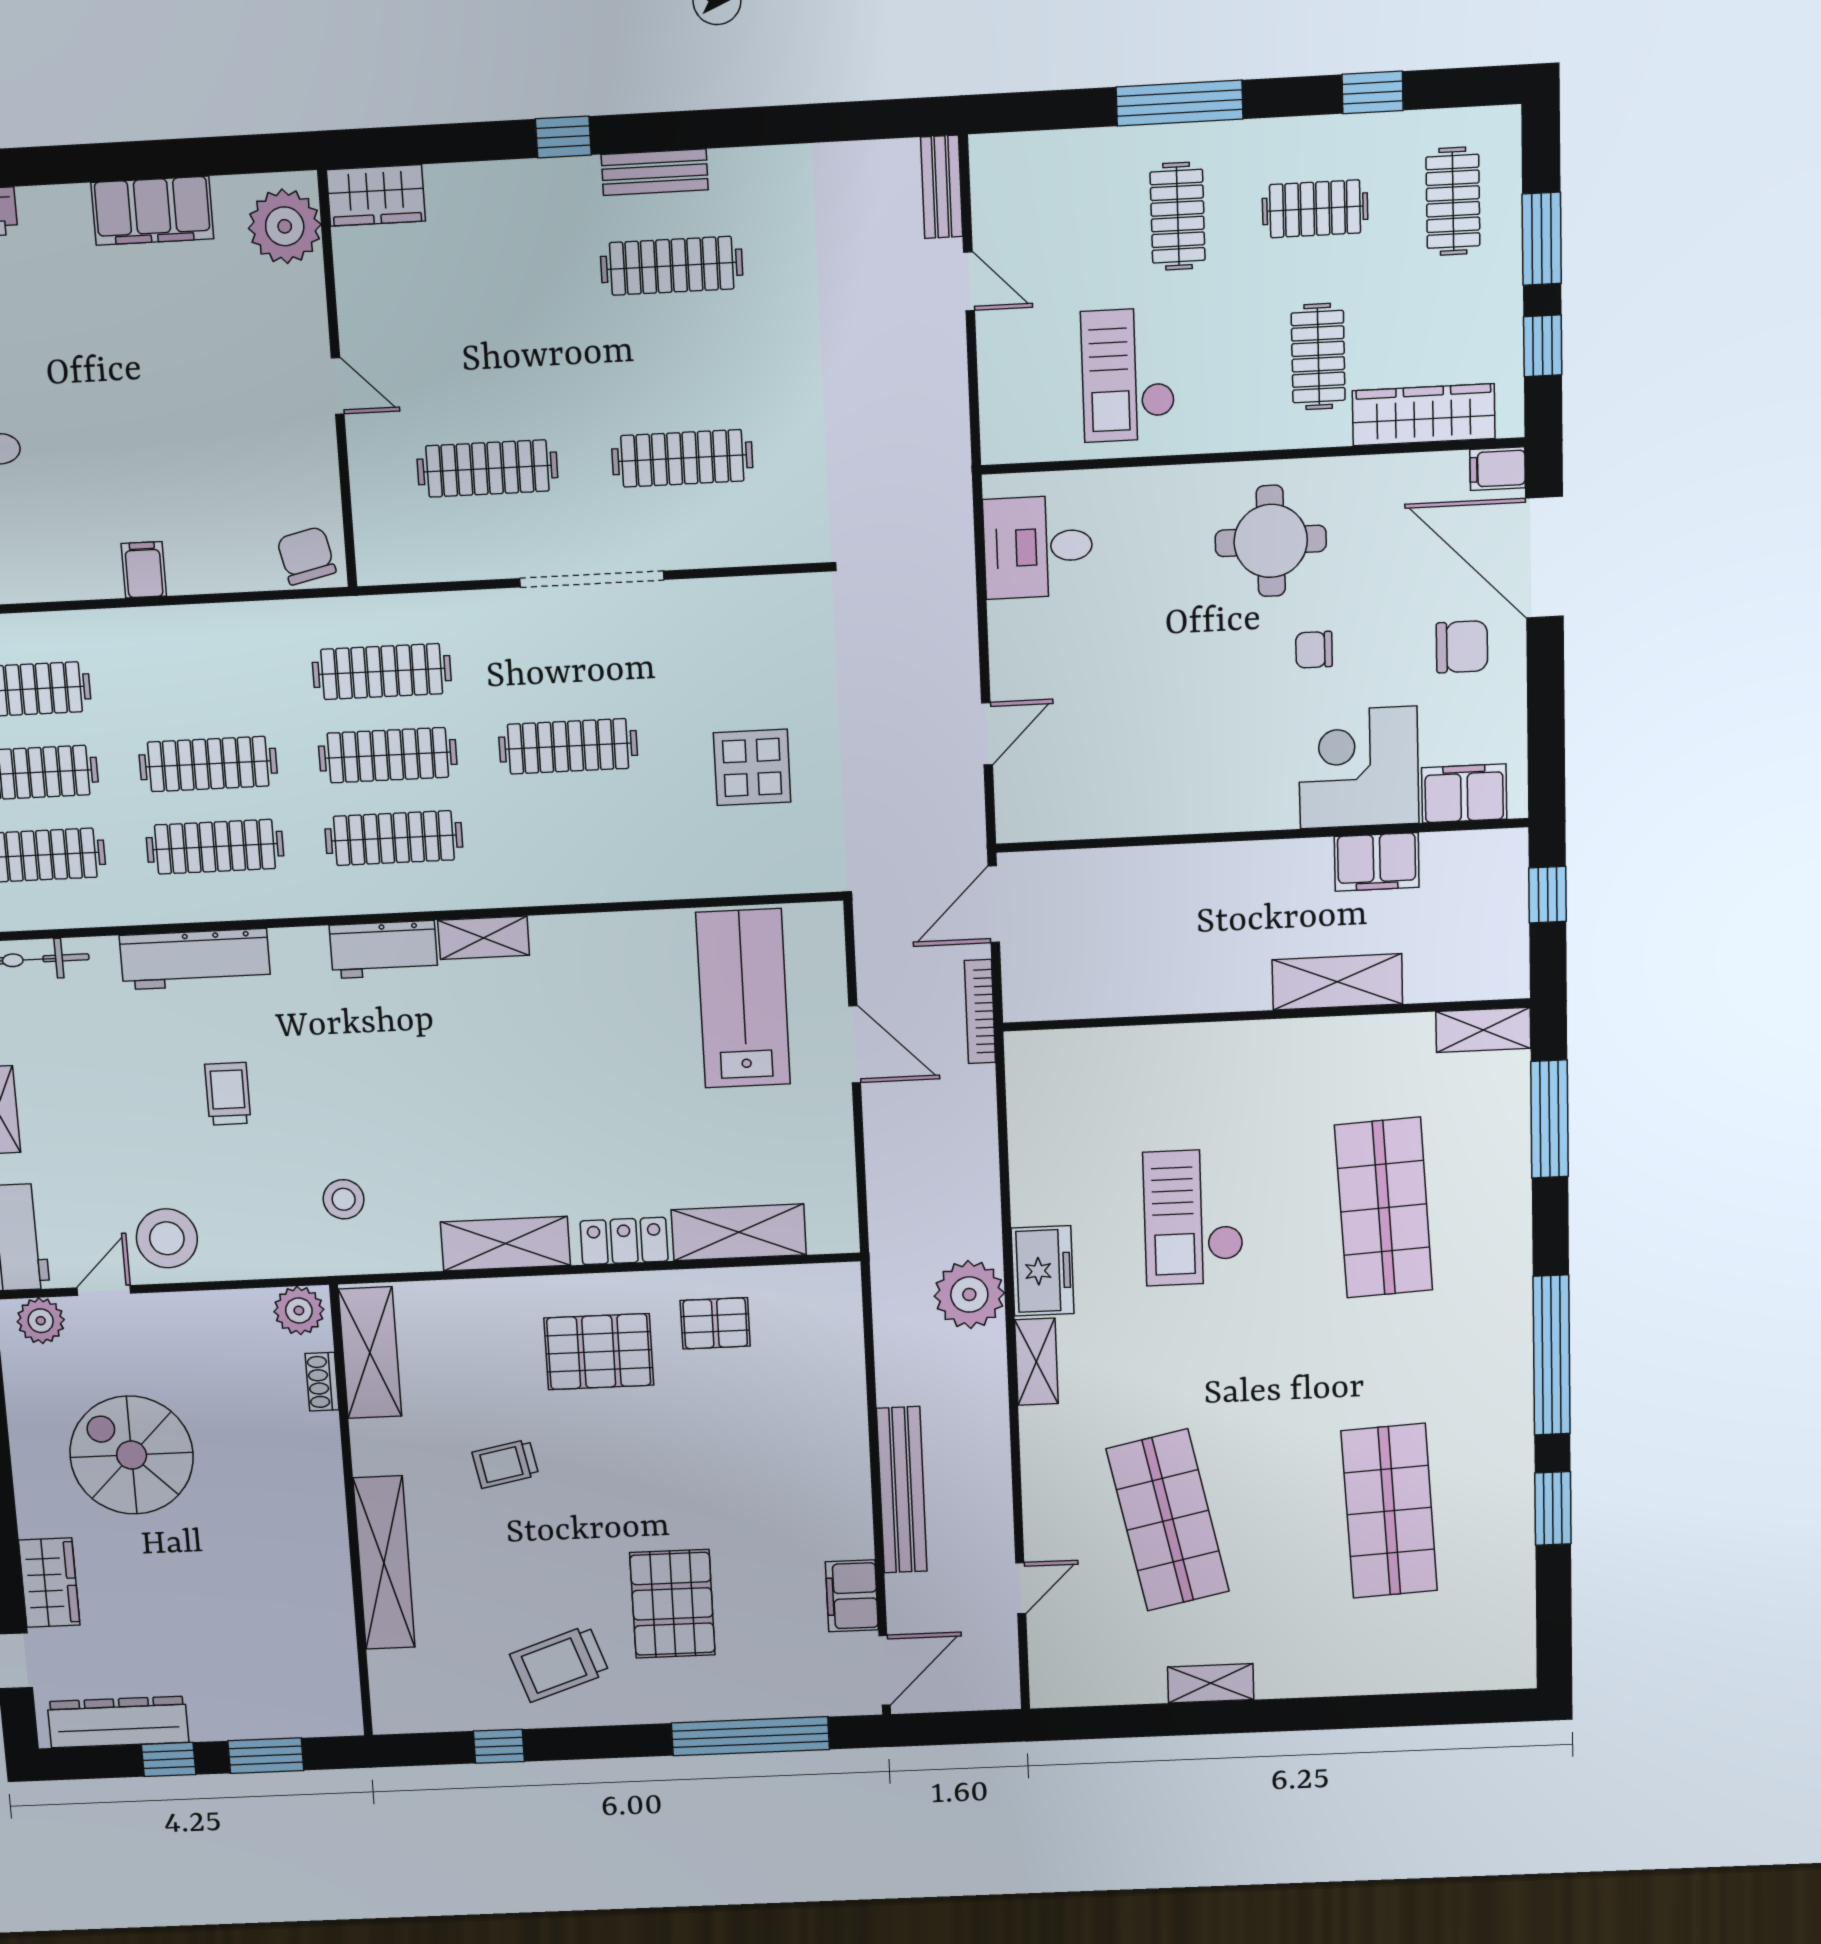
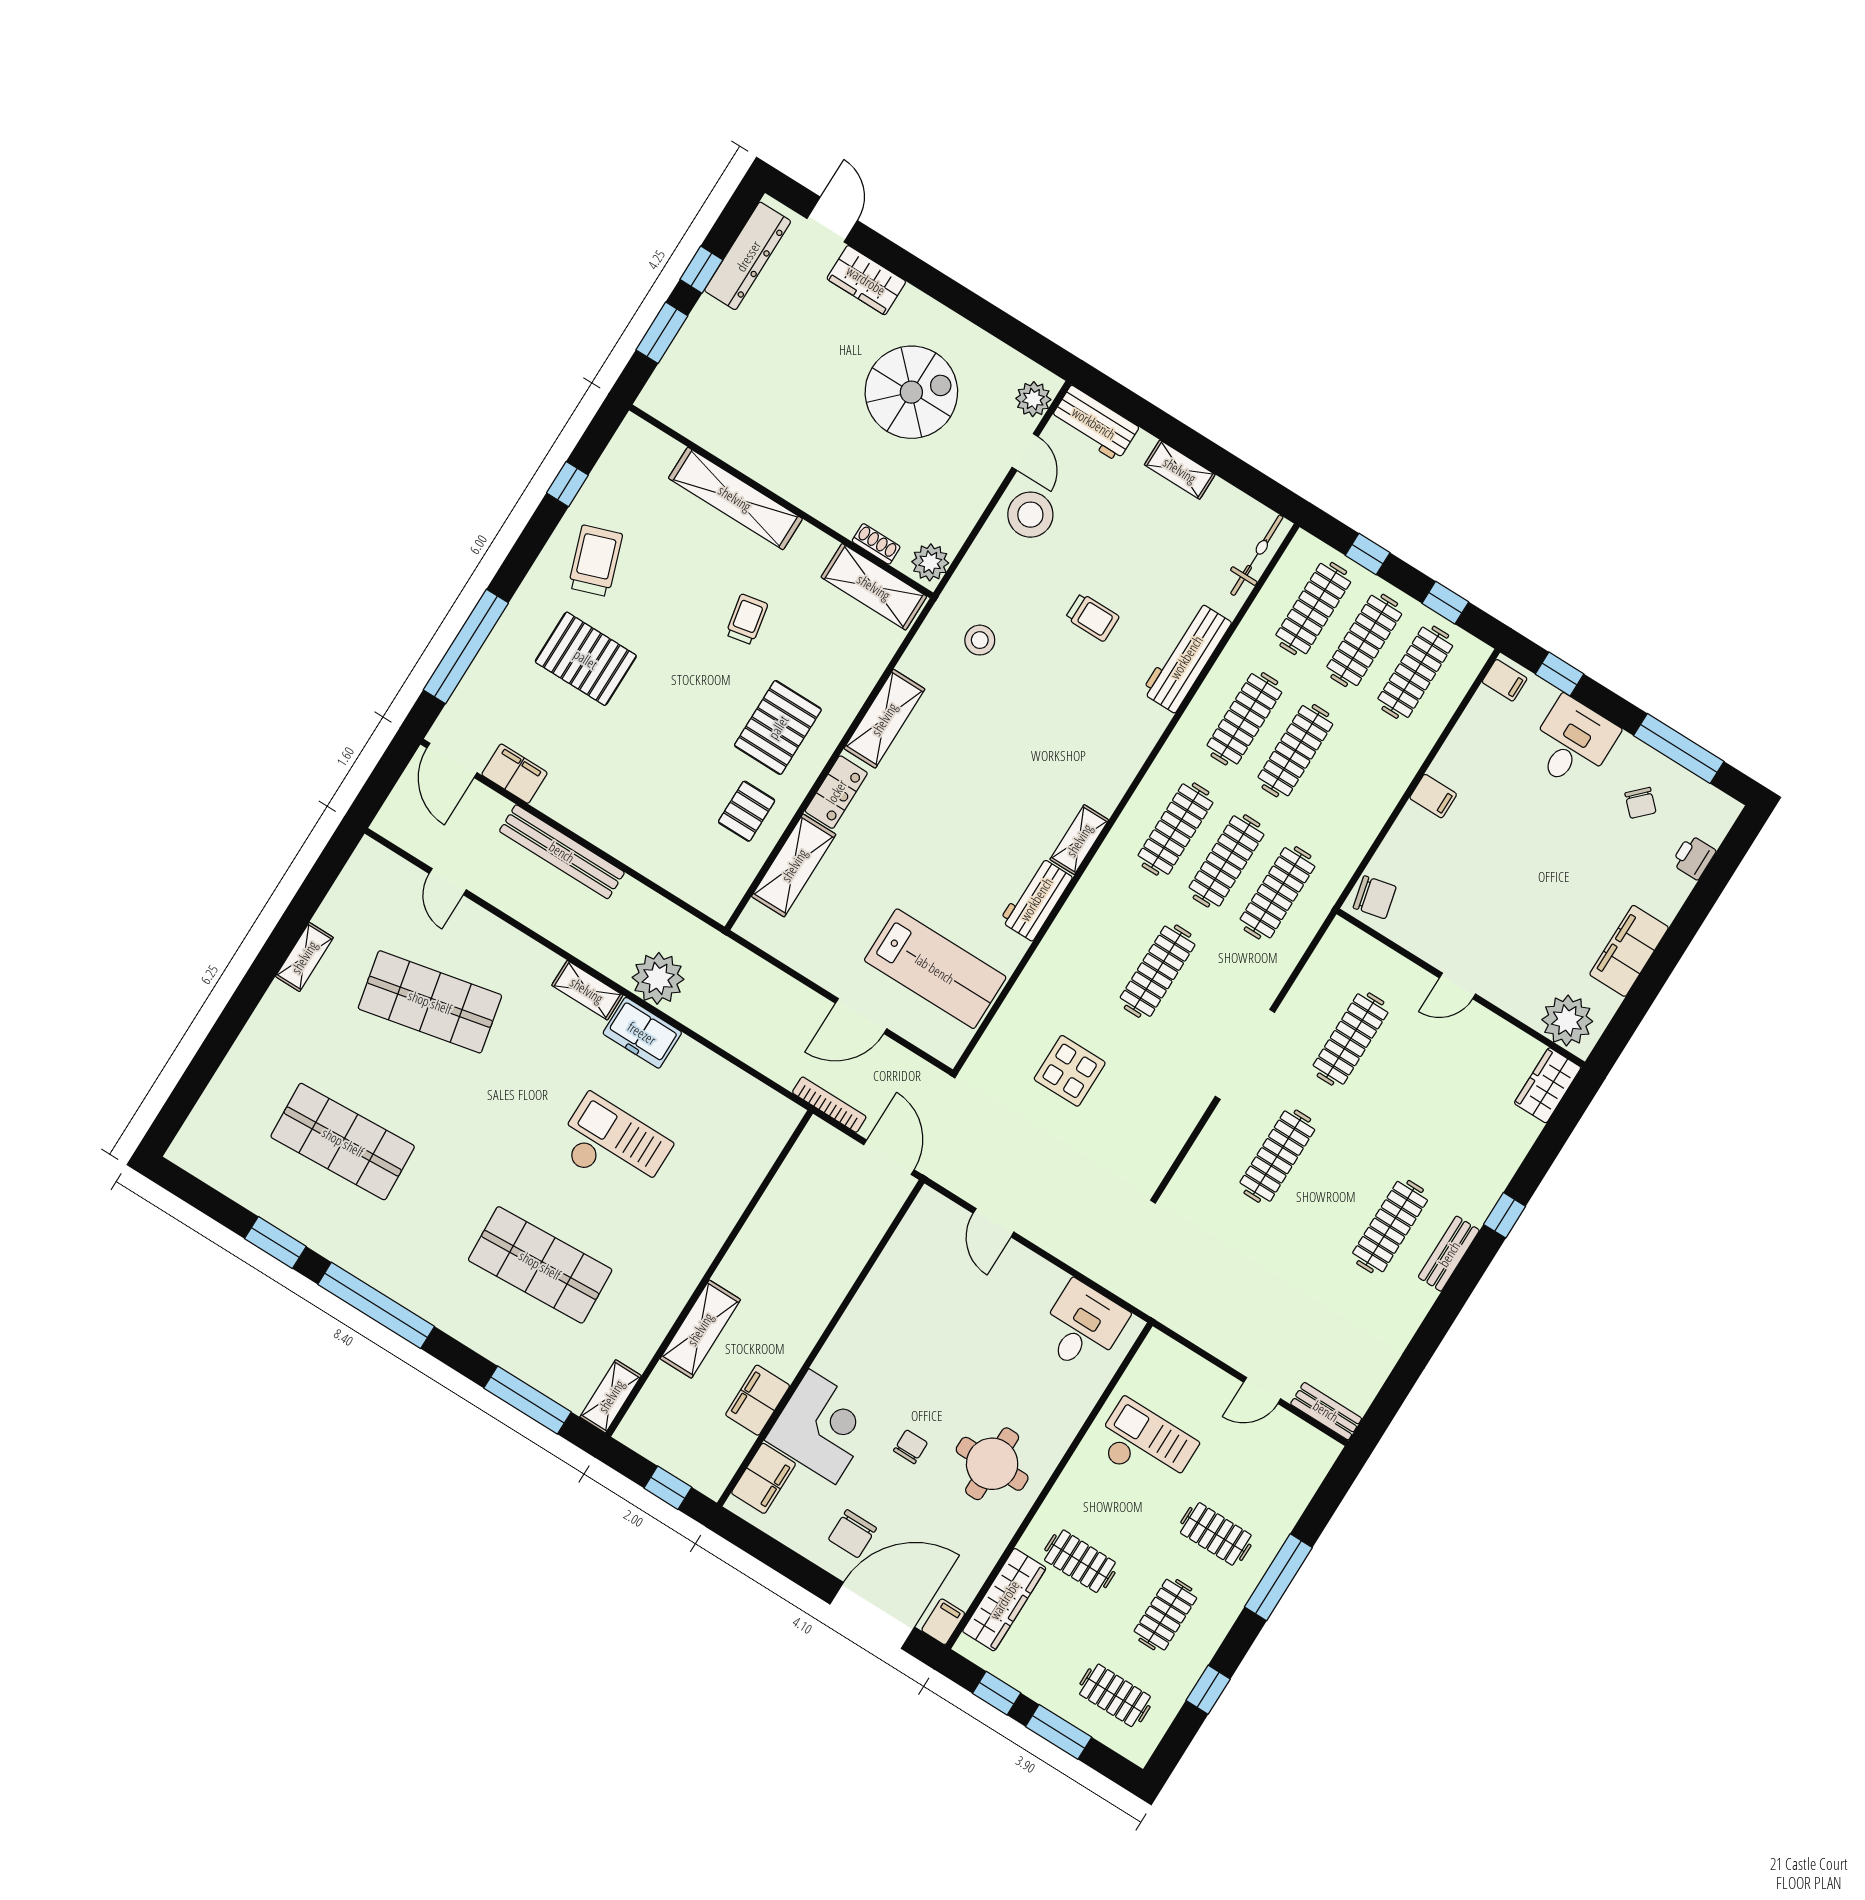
workbench: (384, 950) -> (1036, 899), moved

